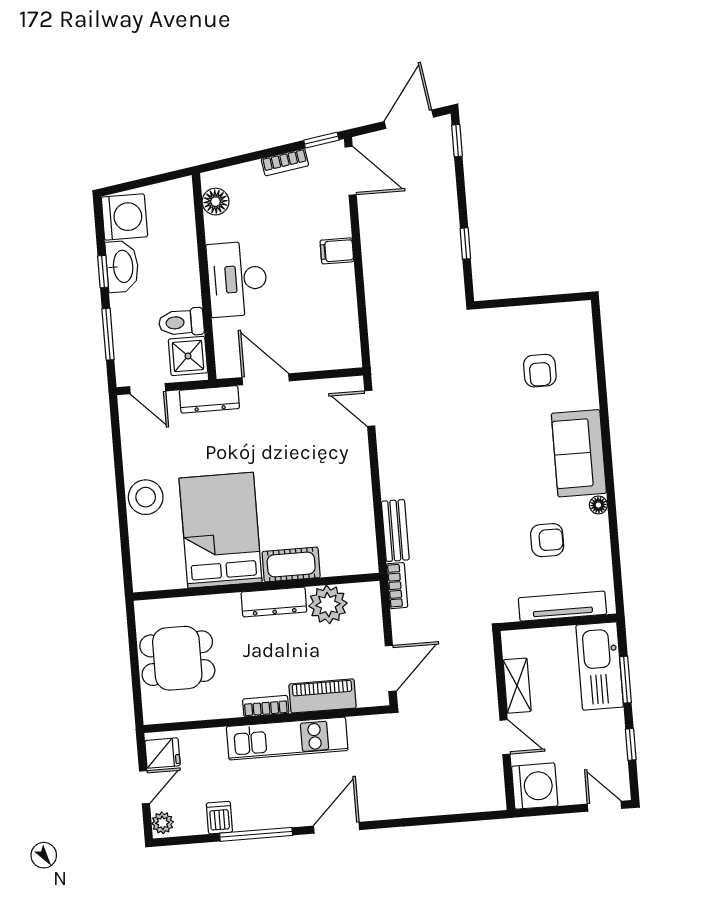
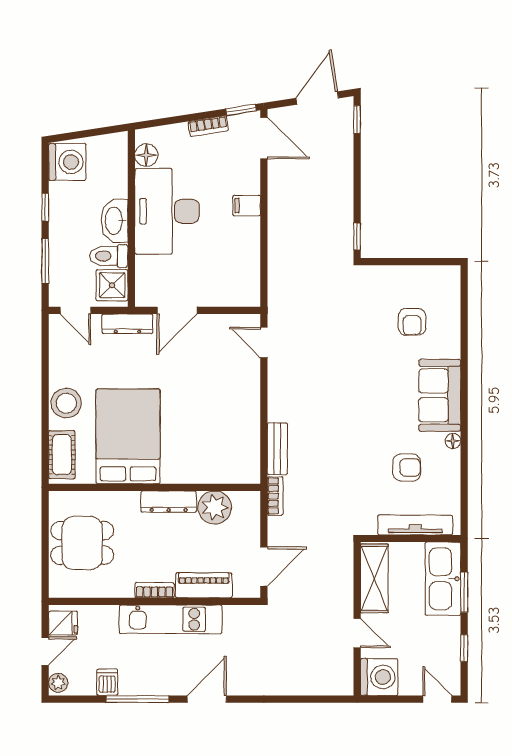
window: (465, 243) -> (357, 236), moved
washbasin: (122, 266) -> (115, 221), moved, turned 180
desk: (237, 279) -> (167, 211), width x1.36, depth x1.30
door: (266, 379) -> (177, 310), swing flipped
cot: (291, 564) -> (62, 455), moved, turned 90
shelving: (517, 686) -> (374, 578), width x1.50, depth x1.33

